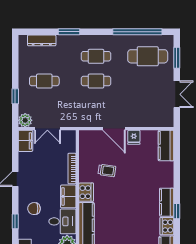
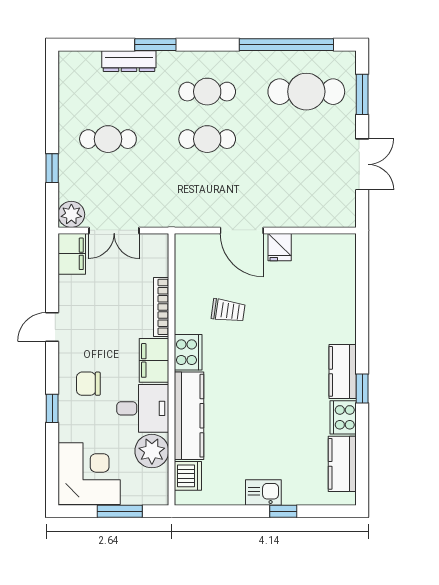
dresser: (42, 40) -> (129, 61), moved
kitchen counter: (166, 146) -> (341, 263), removed

